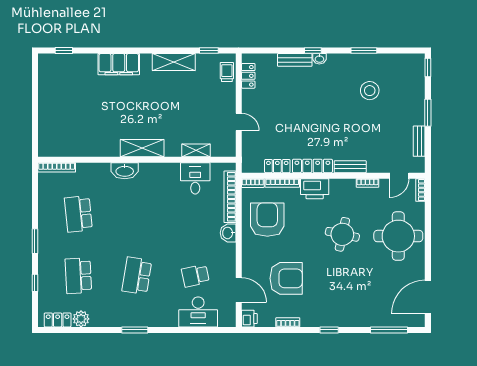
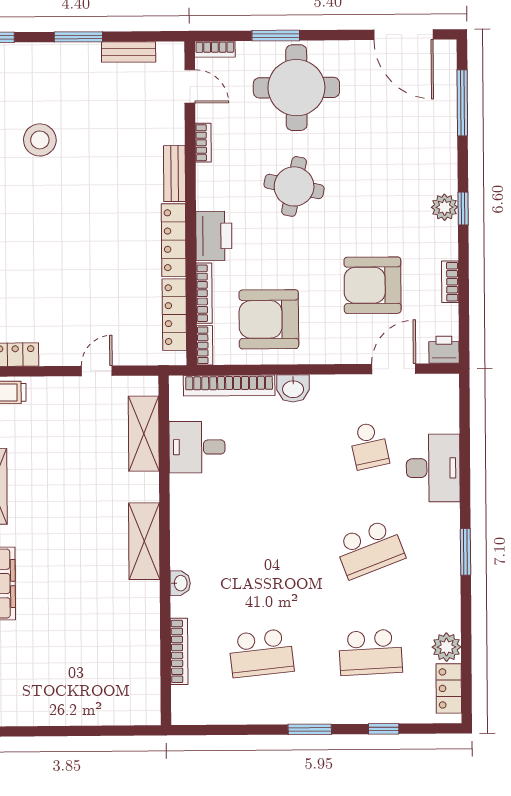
shelving: (196, 150) -> (144, 434), width x1.50, depth x1.33
locker: (277, 166) -> (174, 315), width x1.53
bookcase: (57, 167) -> (179, 651), moved
washbasin: (125, 171) -> (180, 583), width x0.52, depth x0.69
window: (428, 225) -> (276, 36), added
school desk: (137, 276) -> (370, 549), turned -30
armchair: (286, 278) -> (373, 285), turned -90
desk: (198, 312) -> (433, 468), moved
plant: (330, 319) -> (445, 207), added

